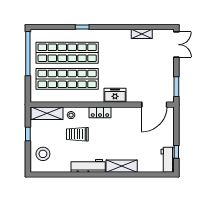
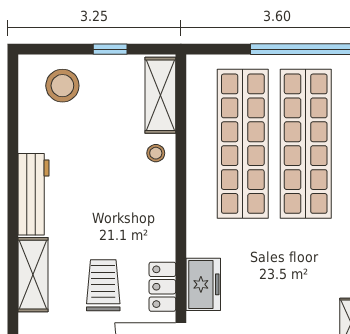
freezer: (115, 95) -> (203, 284), moved
locker: (100, 112) -> (162, 287), moved
trolley: (77, 134) -> (103, 285), moved

